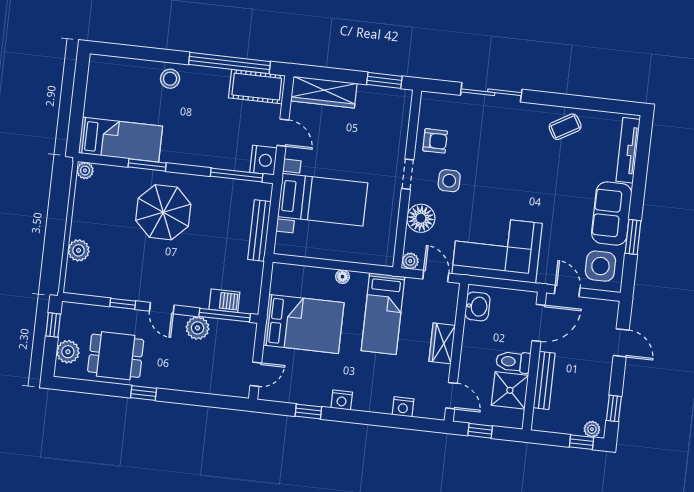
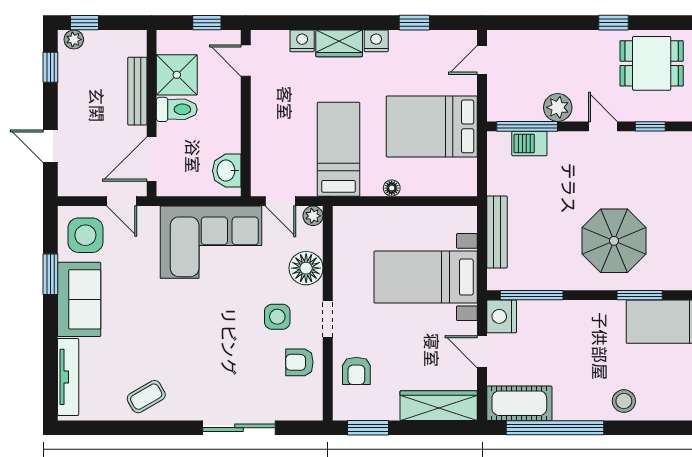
armchair: (389, 128) -> (356, 371), added
wardrobe: (442, 343) -> (339, 43), moved, turned 90

